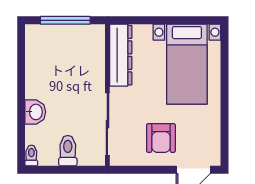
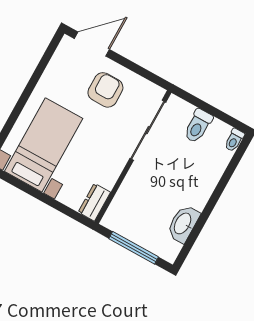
dresser: (121, 55) -> (94, 202), width x0.51, depth x0.80
washbasin: (35, 112) -> (183, 224), moved, width x1.38

